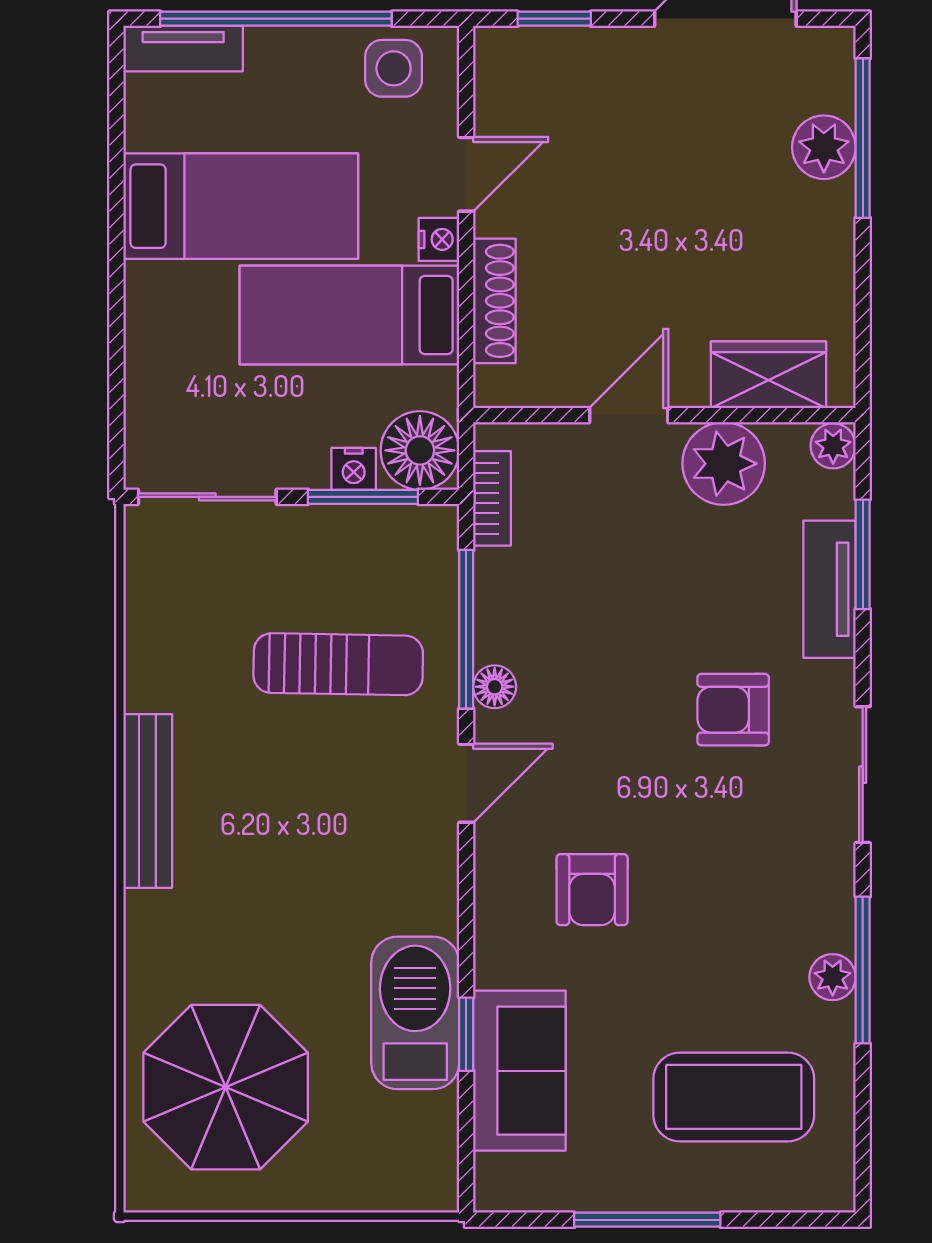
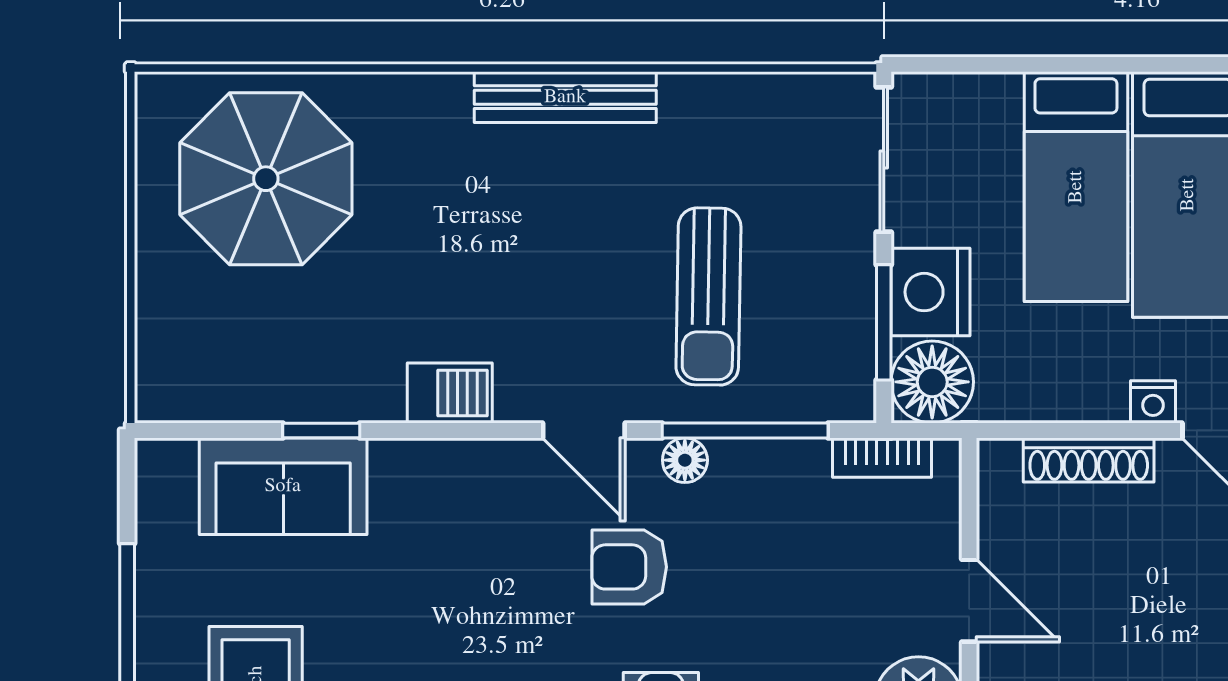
bed: (349, 315) -> (1076, 187), moved, turned 180
nightstand: (354, 469) -> (930, 292), width x1.89, depth x1.79
armchair: (592, 890) -> (629, 567), moved
barbecue: (415, 1013) -> (450, 393), moved, width x0.53, depth x0.65

